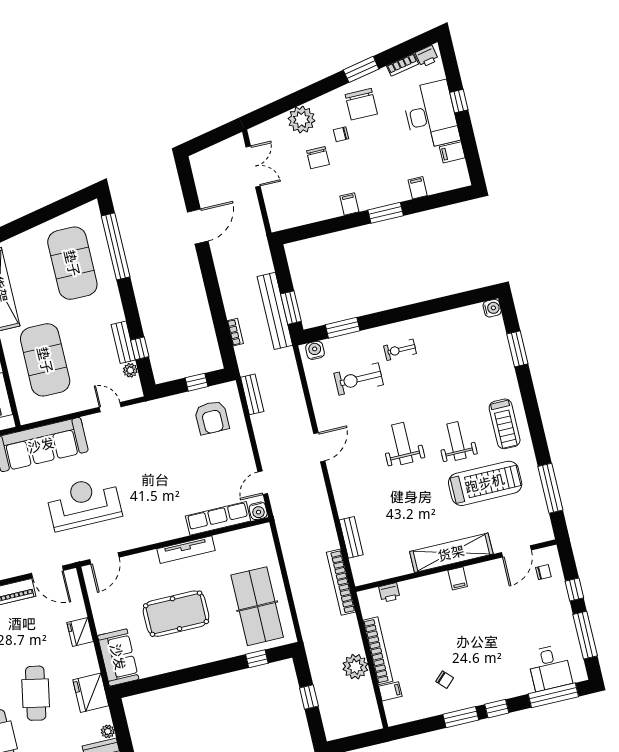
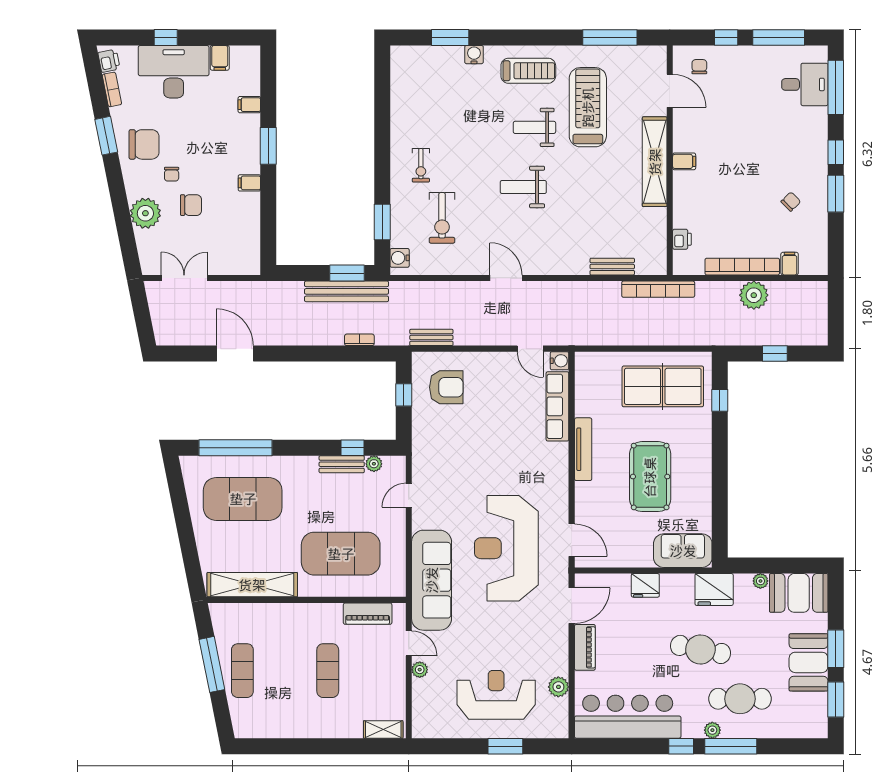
water cooler: (492, 308) -> (474, 55), moved
reception desk: (84, 503) -> (506, 548), width x1.36, depth x1.30

